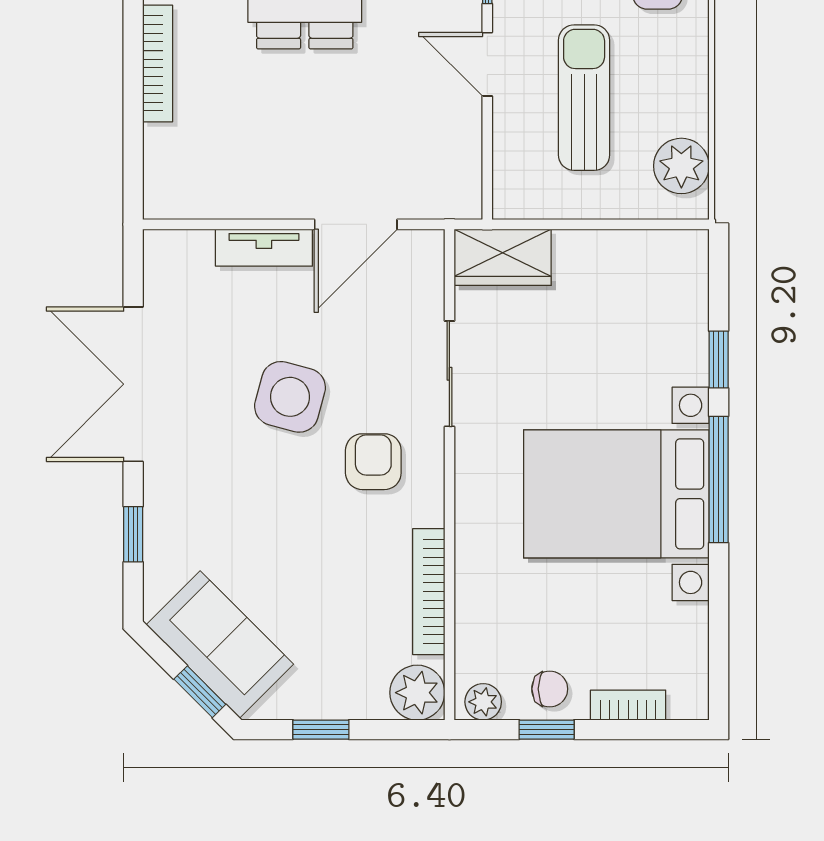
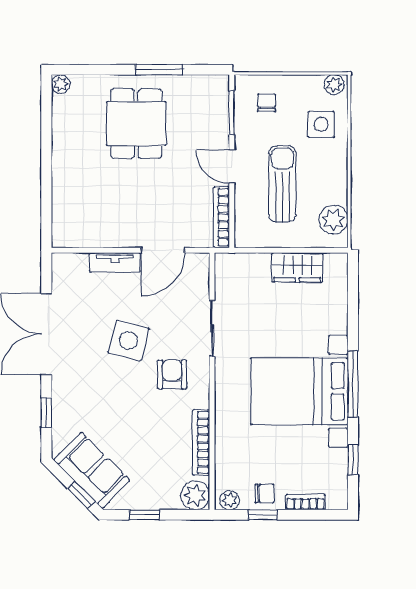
bookcase: (158, 63) -> (221, 217), moved, turned 180
wardrobe: (503, 257) -> (297, 267), moved
window: (719, 360) -> (353, 460), moved

